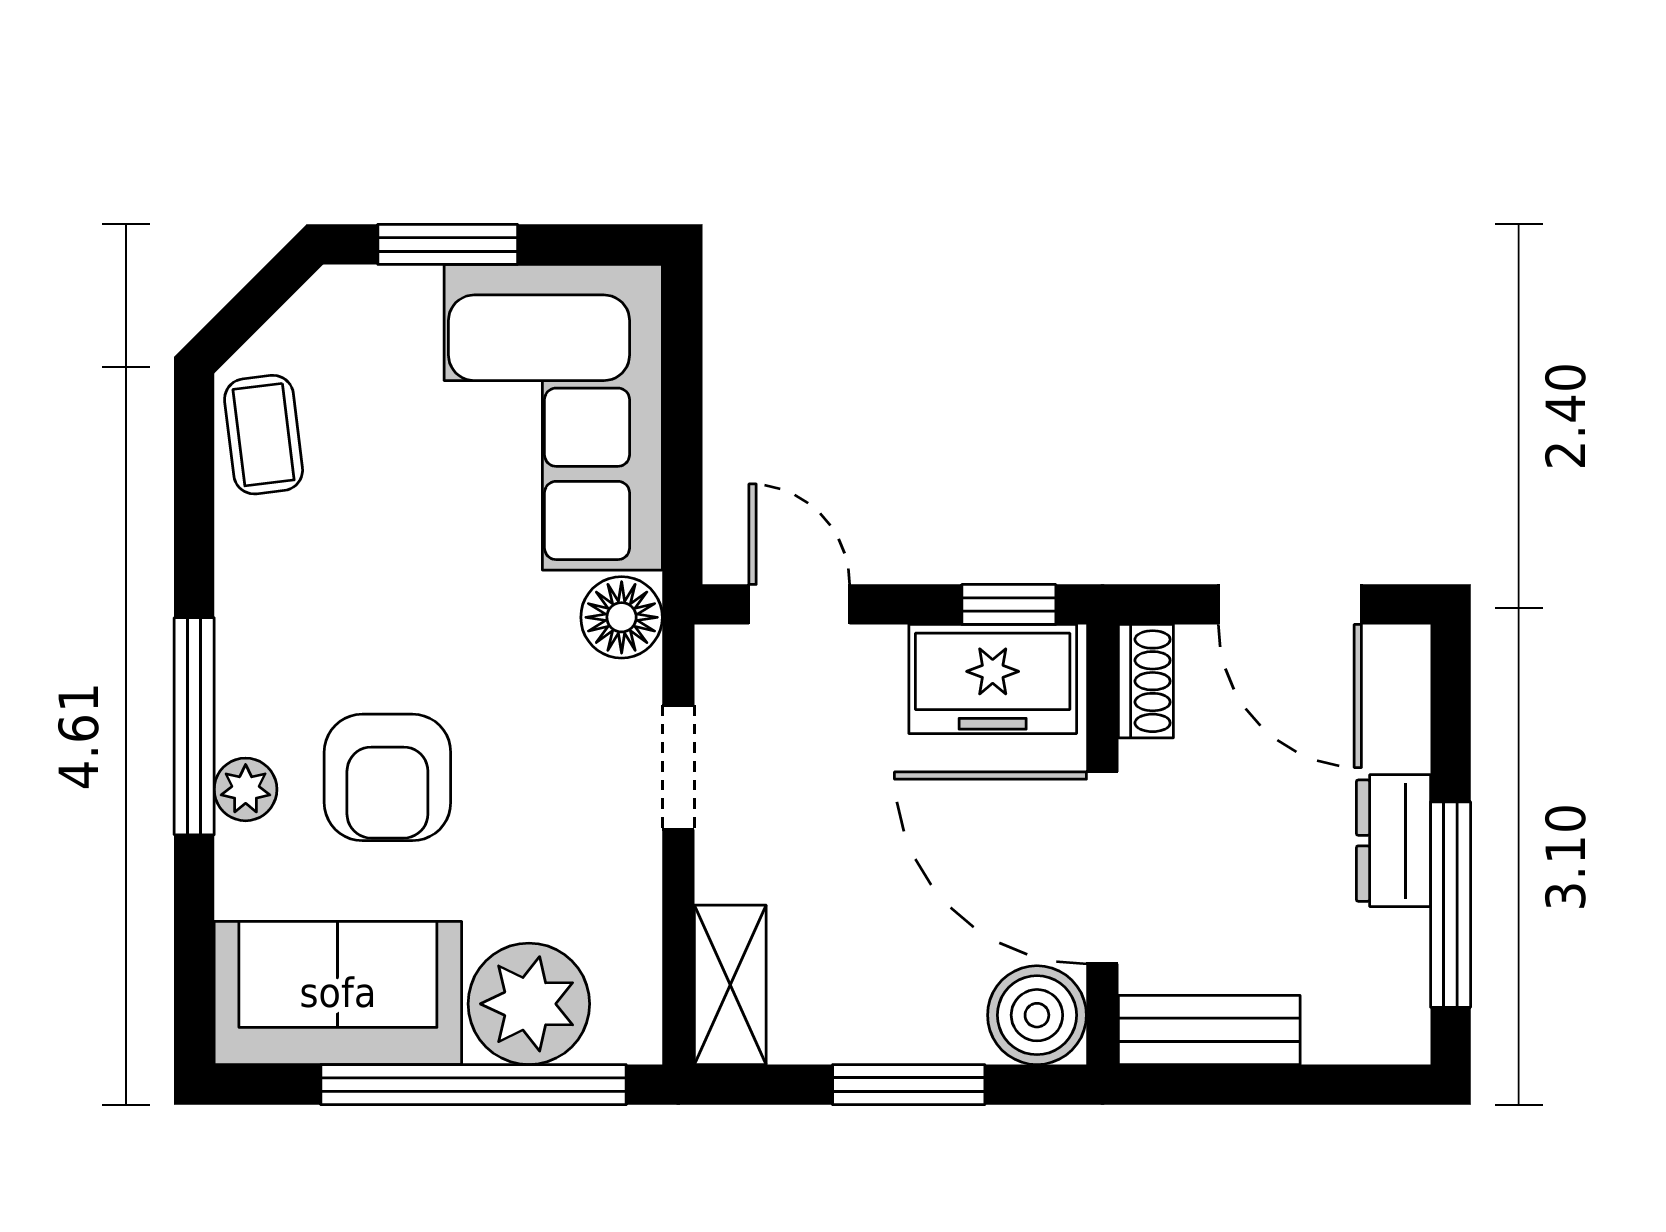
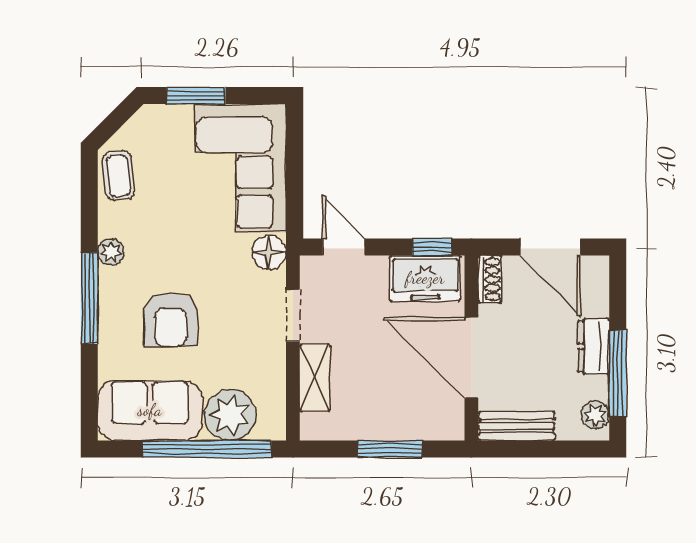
plant: (246, 789) -> (111, 252), moved
shelving: (730, 985) -> (315, 378), moved
plant: (1397, 1004) -> (595, 415), added
boiler: (1037, 1015) -> (444, 420), removed

